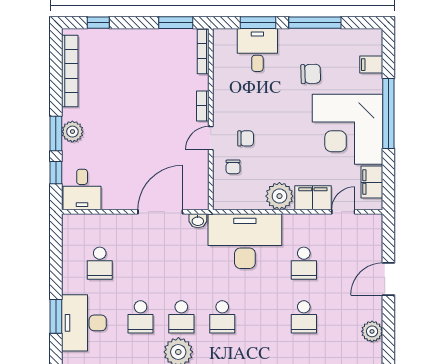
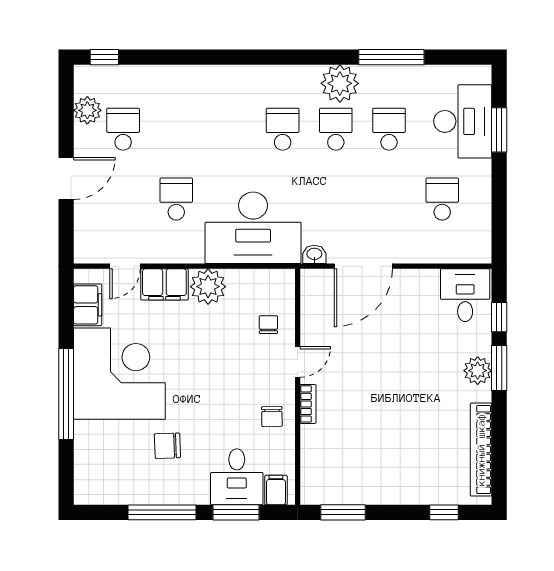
bookcase: (203, 51) -> (308, 475), removed
filing cabinet: (371, 65) -> (276, 490), moved, turned -90
chair: (246, 138) -> (272, 417), moved, turned -91
school desk: (304, 317) -> (123, 129), moved

